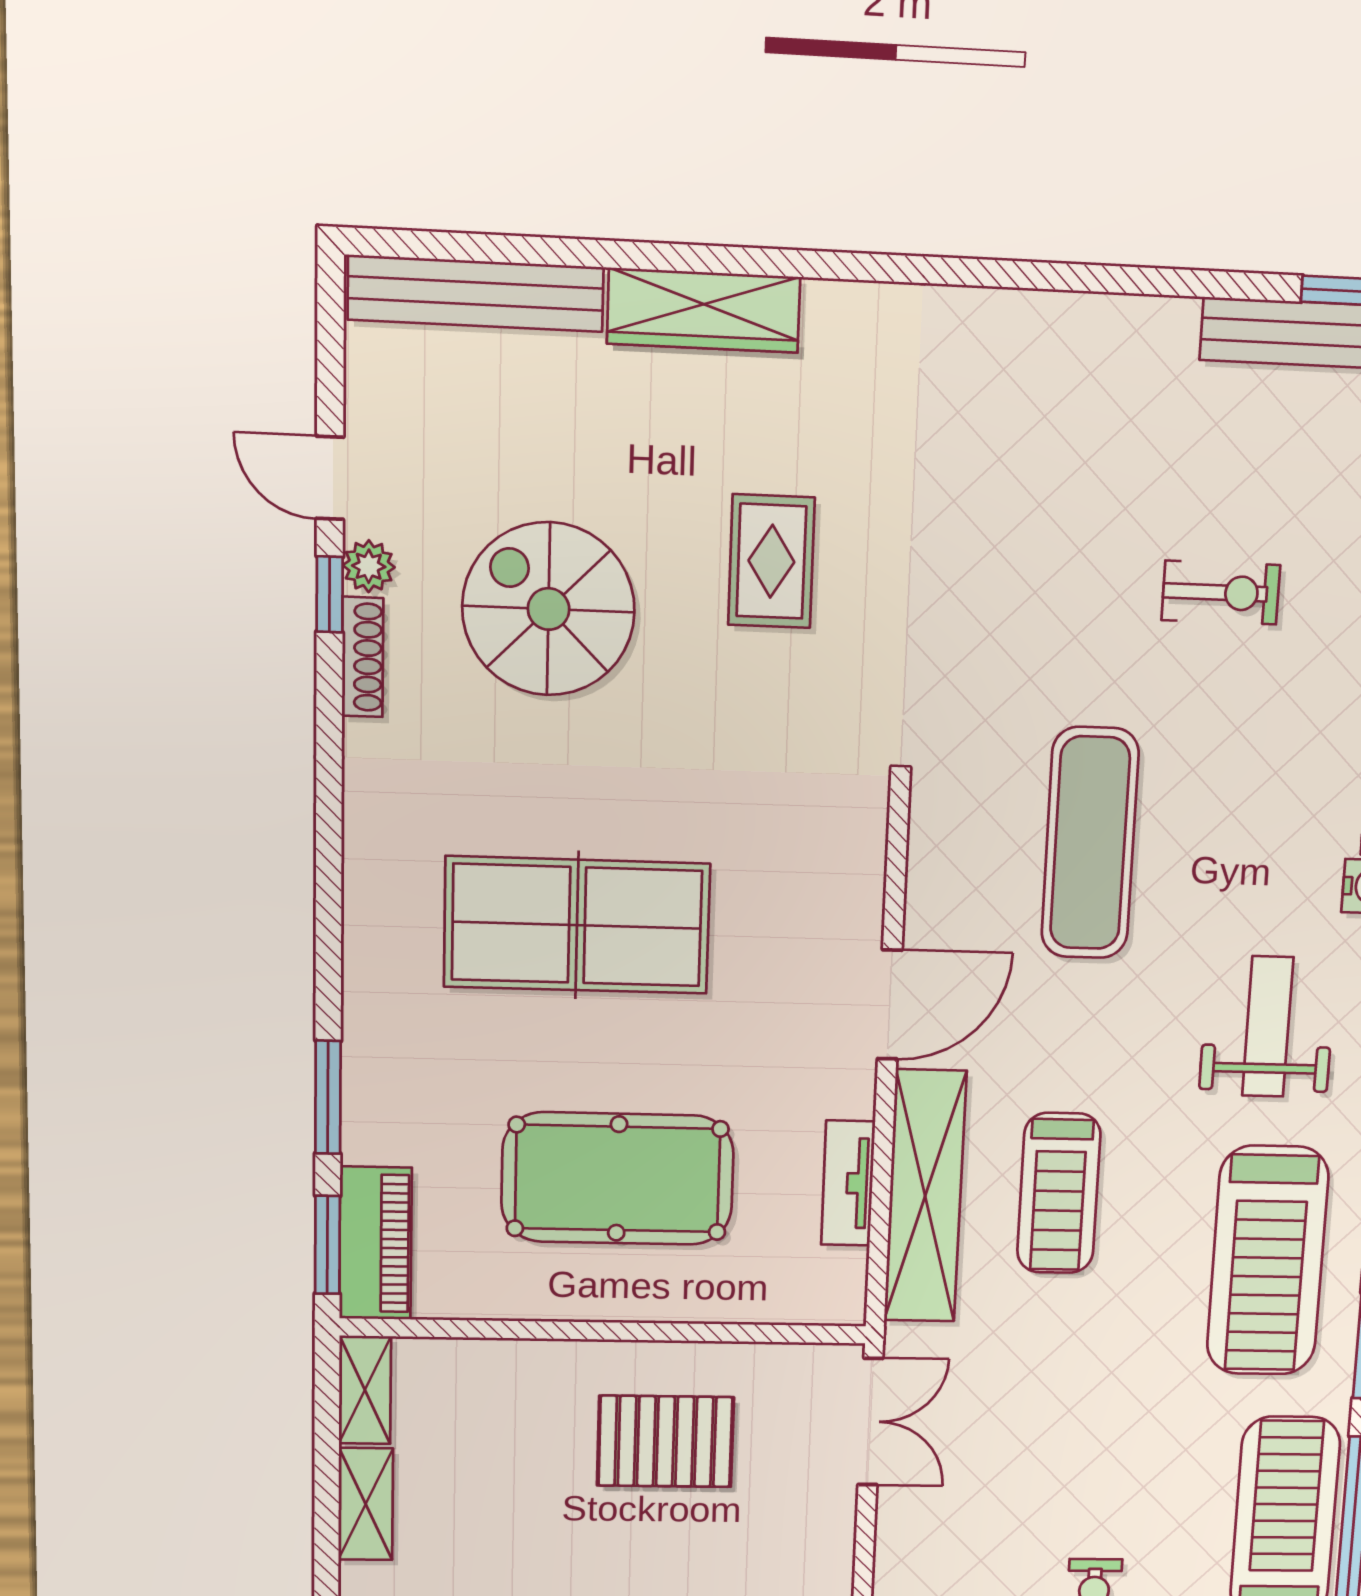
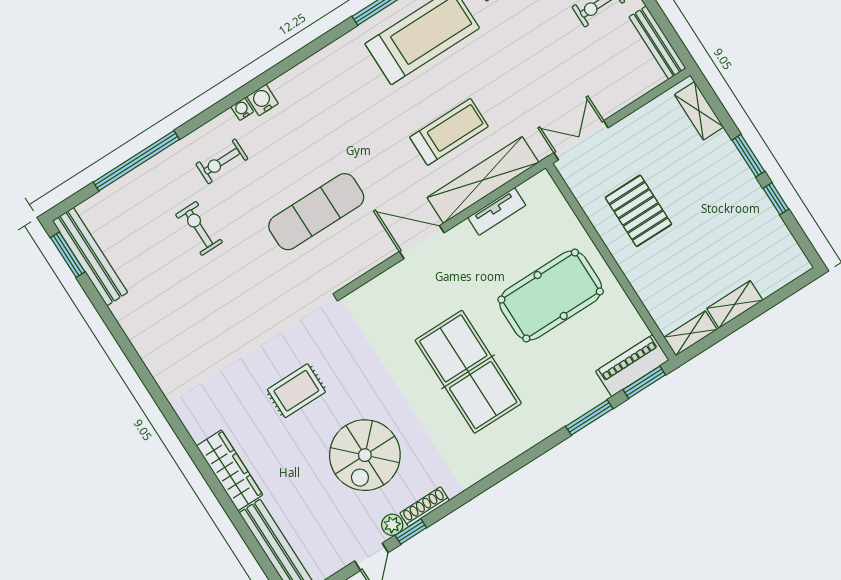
exercise bike: (1314, 728) -> (222, 161), added
weight bench: (1268, 1027) -> (337, 100), removed
pool table: (618, 1179) -> (551, 295), turned 90

